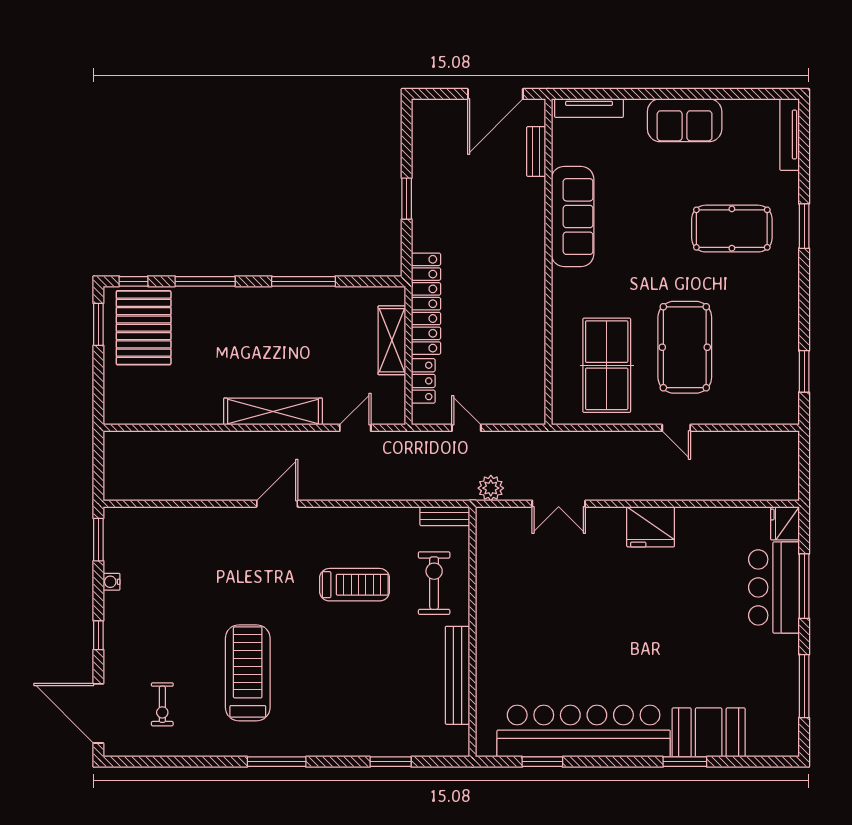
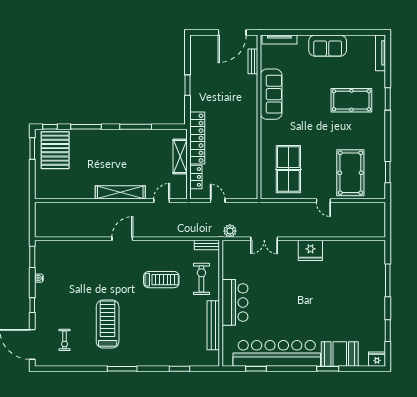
pool table: (685, 347) -> (350, 173), moved
fridge: (785, 523) -> (377, 359), moved, turned 90
bar counter: (774, 587) -> (235, 302), moved, turned 180
window: (804, 686) -> (388, 331), width x0.69

